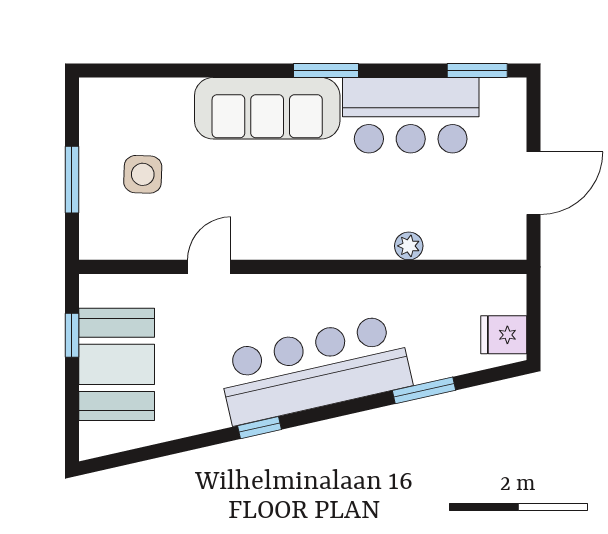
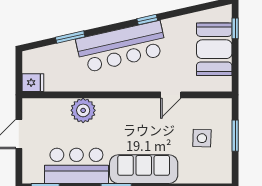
plant: (409, 246) -> (83, 110), width x1.88, depth x1.88
window: (72, 335) -> (235, 28), moved
fridge: (504, 335) -> (33, 83), moved

